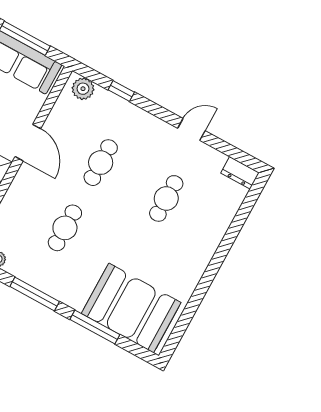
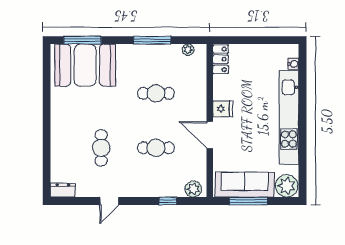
cafe table: (101, 163) -> (156, 148), turned 90
cafe table: (65, 228) -> (156, 93), turned 90
window: (95, 327) -> (82, 40), moved

